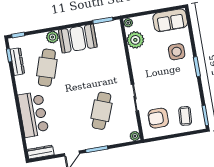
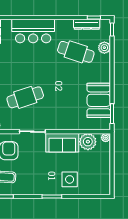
sofa: (170, 20) -> (62, 143), moved, turned -90
plant: (52, 37) -> (104, 48), moved
booth: (78, 39) -> (99, 100), moved
cafe table: (102, 111) -> (25, 97), turned -39

